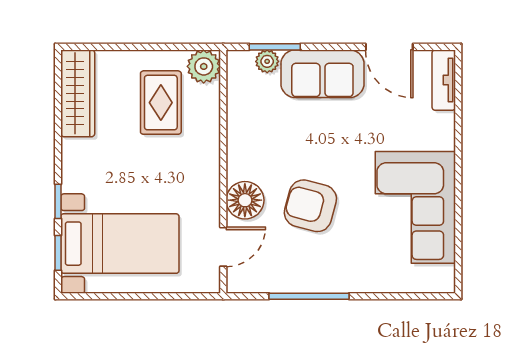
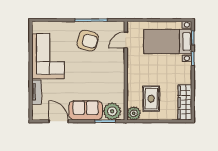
plant: (267, 61) -> (112, 111), width x1.88, depth x1.88
tv unit: (444, 80) -> (36, 92), moved
floor lamp: (245, 200) -> (117, 59), removed
armchair: (310, 206) -> (88, 41), moved

